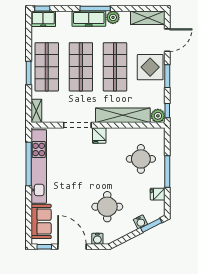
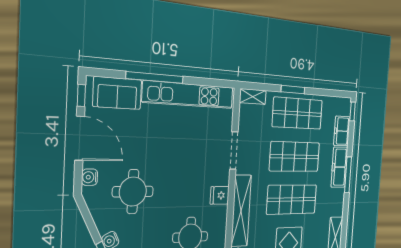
plant: (113, 17) -> (338, 196), removed
freezer: (43, 19) -> (342, 131), moved
fridge: (99, 135) -> (220, 195), moved
window: (29, 164) -> (155, 77), moved
door: (72, 247) -> (80, 138), hinge flipped

